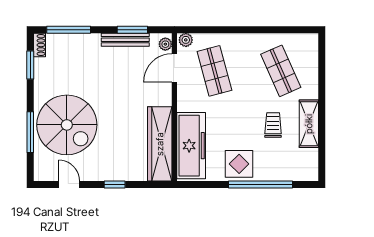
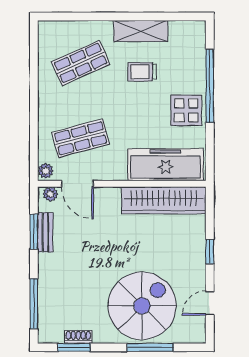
bench: (125, 40) -> (45, 232), width x0.73
shoe rack: (39, 45) -> (78, 337), moved

